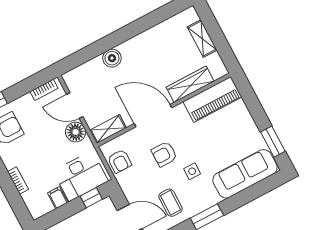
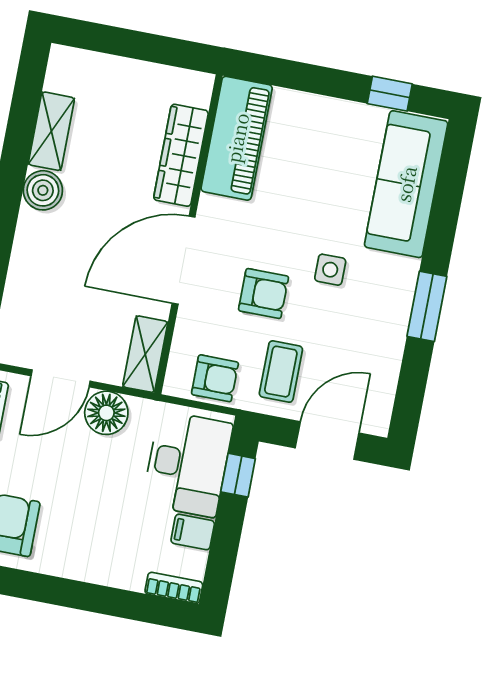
shelving: (202, 39) -> (51, 131), moved, turned 90
boiler: (112, 58) -> (43, 190), moved
window: (273, 142) -> (390, 94), width x0.67
armchair: (164, 154) -> (264, 294), turned -90
bookcase: (18, 181) -> (174, 588), moved
coffee table: (170, 203) -> (281, 372), moved, turned 90

